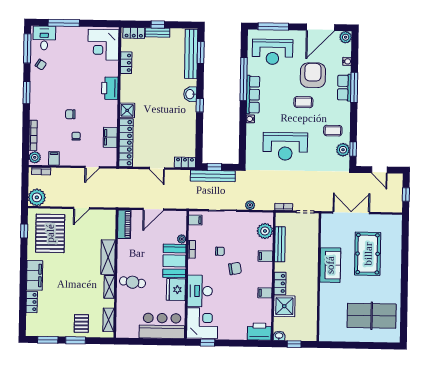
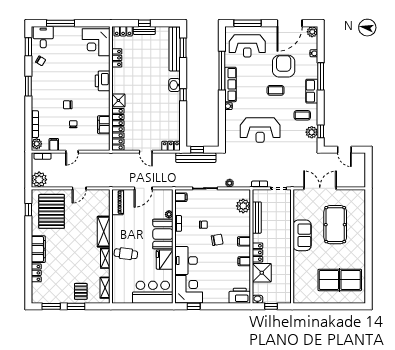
window: (27, 48) -> (28, 47), width x0.69
row of seats: (344, 88) -> (312, 91), moved
door: (92, 167) -> (72, 152), moved
window: (406, 194) -> (368, 171), removed
filing cabinet: (265, 256) -> (244, 241), moved

